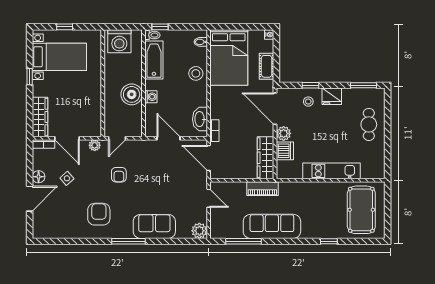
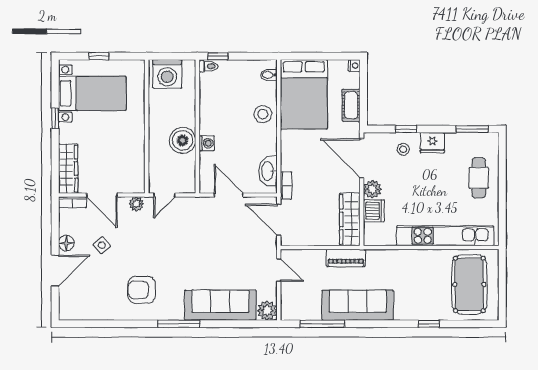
bathtub: (154, 60) -> (210, 97), removed
kitchen unit: (331, 171) -> (445, 236), width x1.36
armchair: (119, 175) -> (167, 241), removed
armchair: (99, 214) -> (142, 290), turned -90
sofa: (154, 226) -> (220, 305), width x1.36

